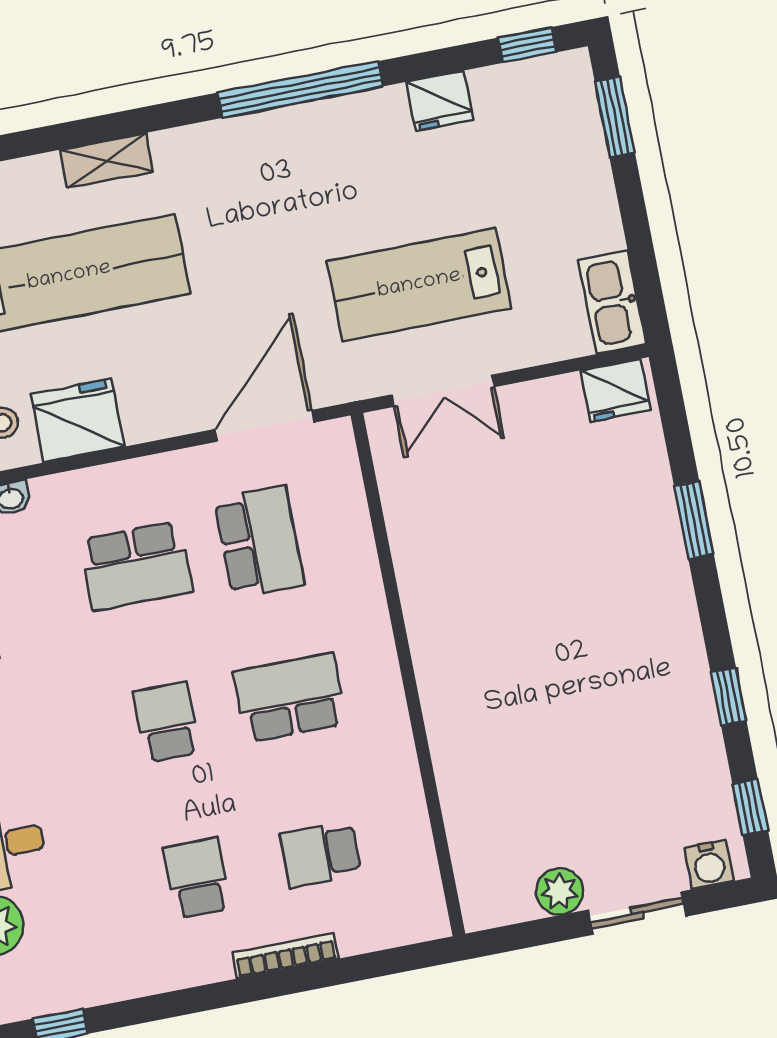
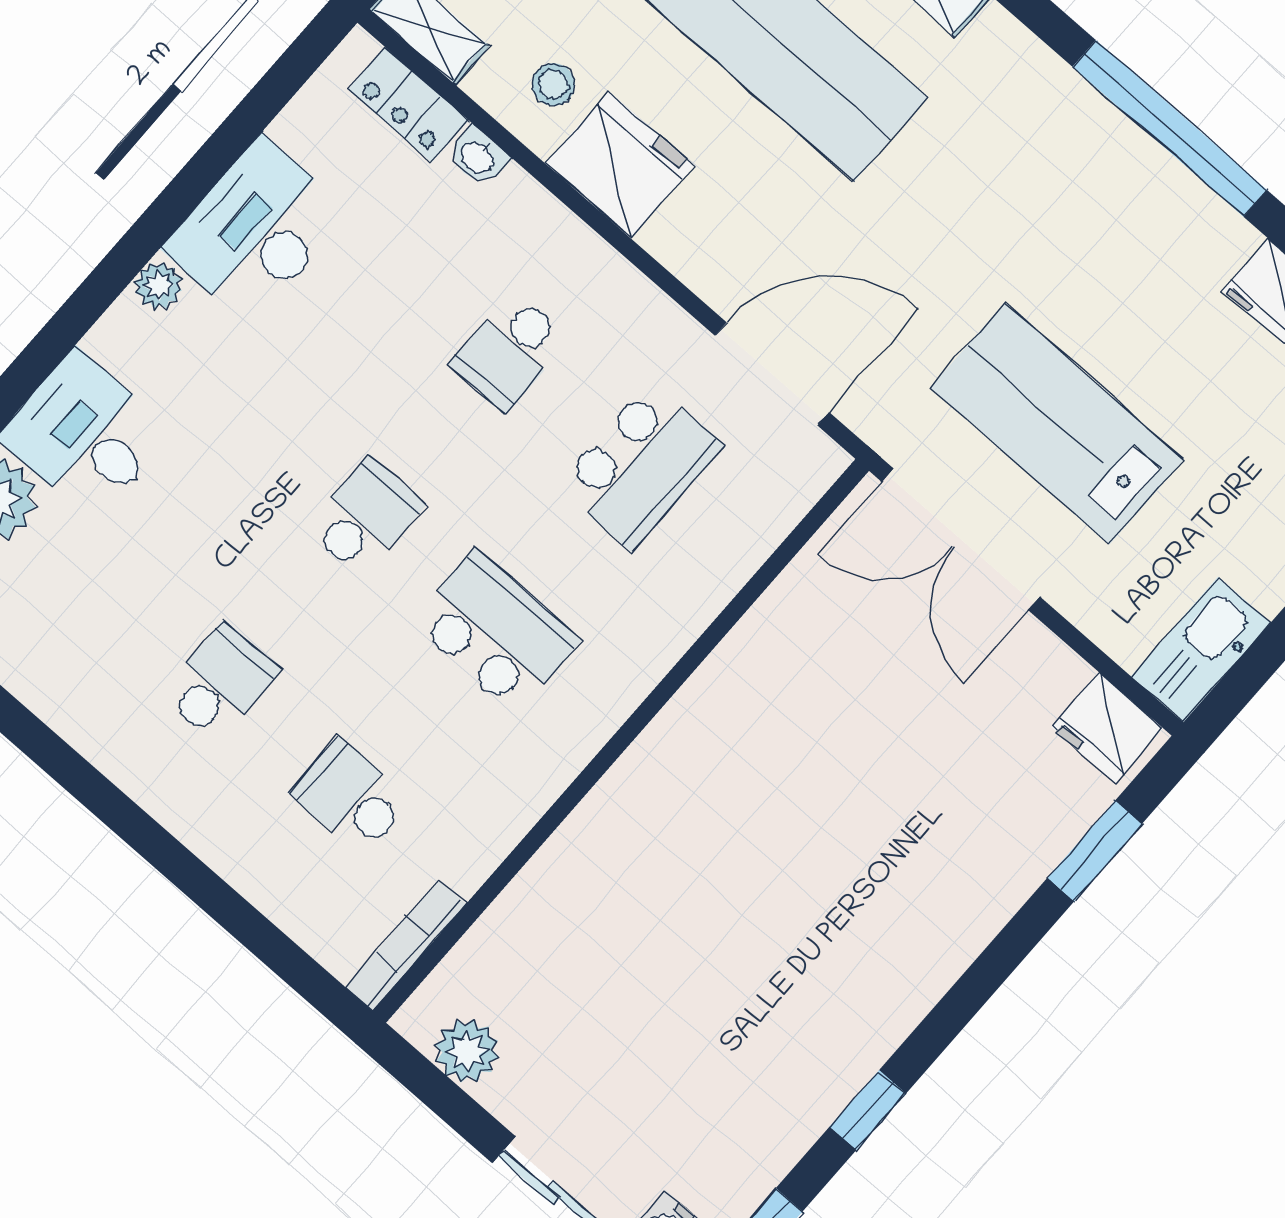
double door: (443, 391) -> (961, 539), width x1.37
window: (694, 520) -> (1095, 851), moved
school desk: (136, 566) -> (510, 351), width x0.54
plant: (559, 891) -> (467, 1051), moved
bookcase: (285, 956) -> (406, 946), moved, turned -90

